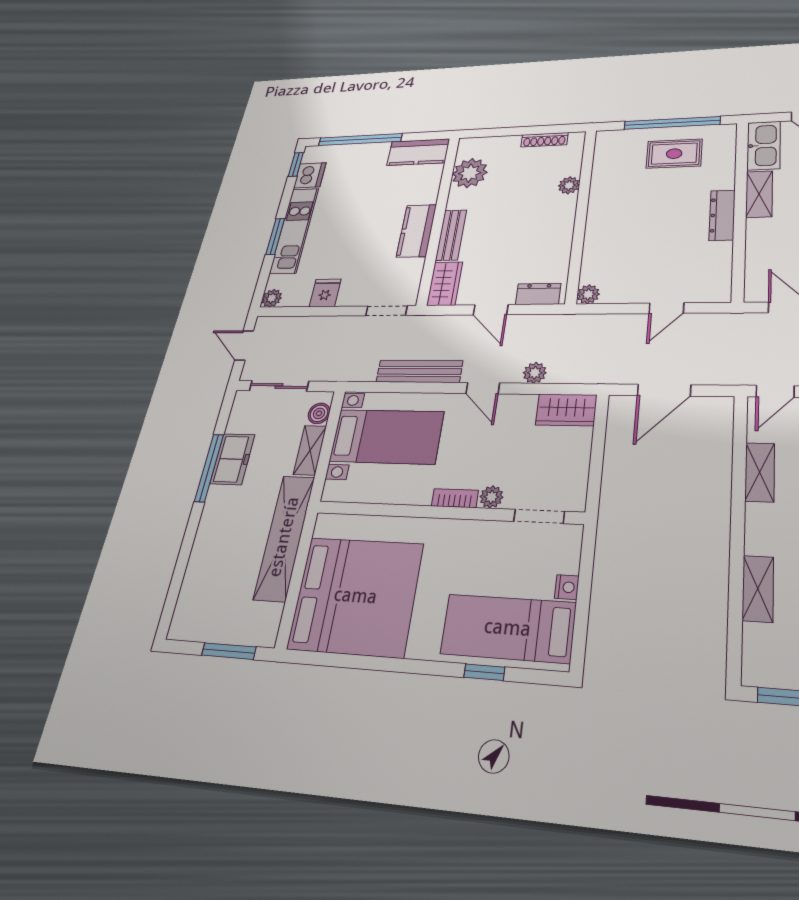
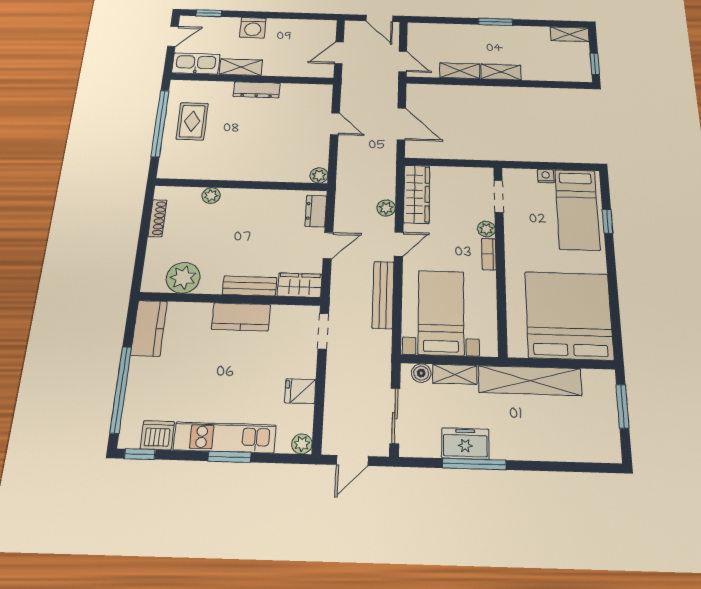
wardrobe: (566, 410) -> (417, 194), width x1.50
shelving: (758, 589) -> (501, 72), moved

